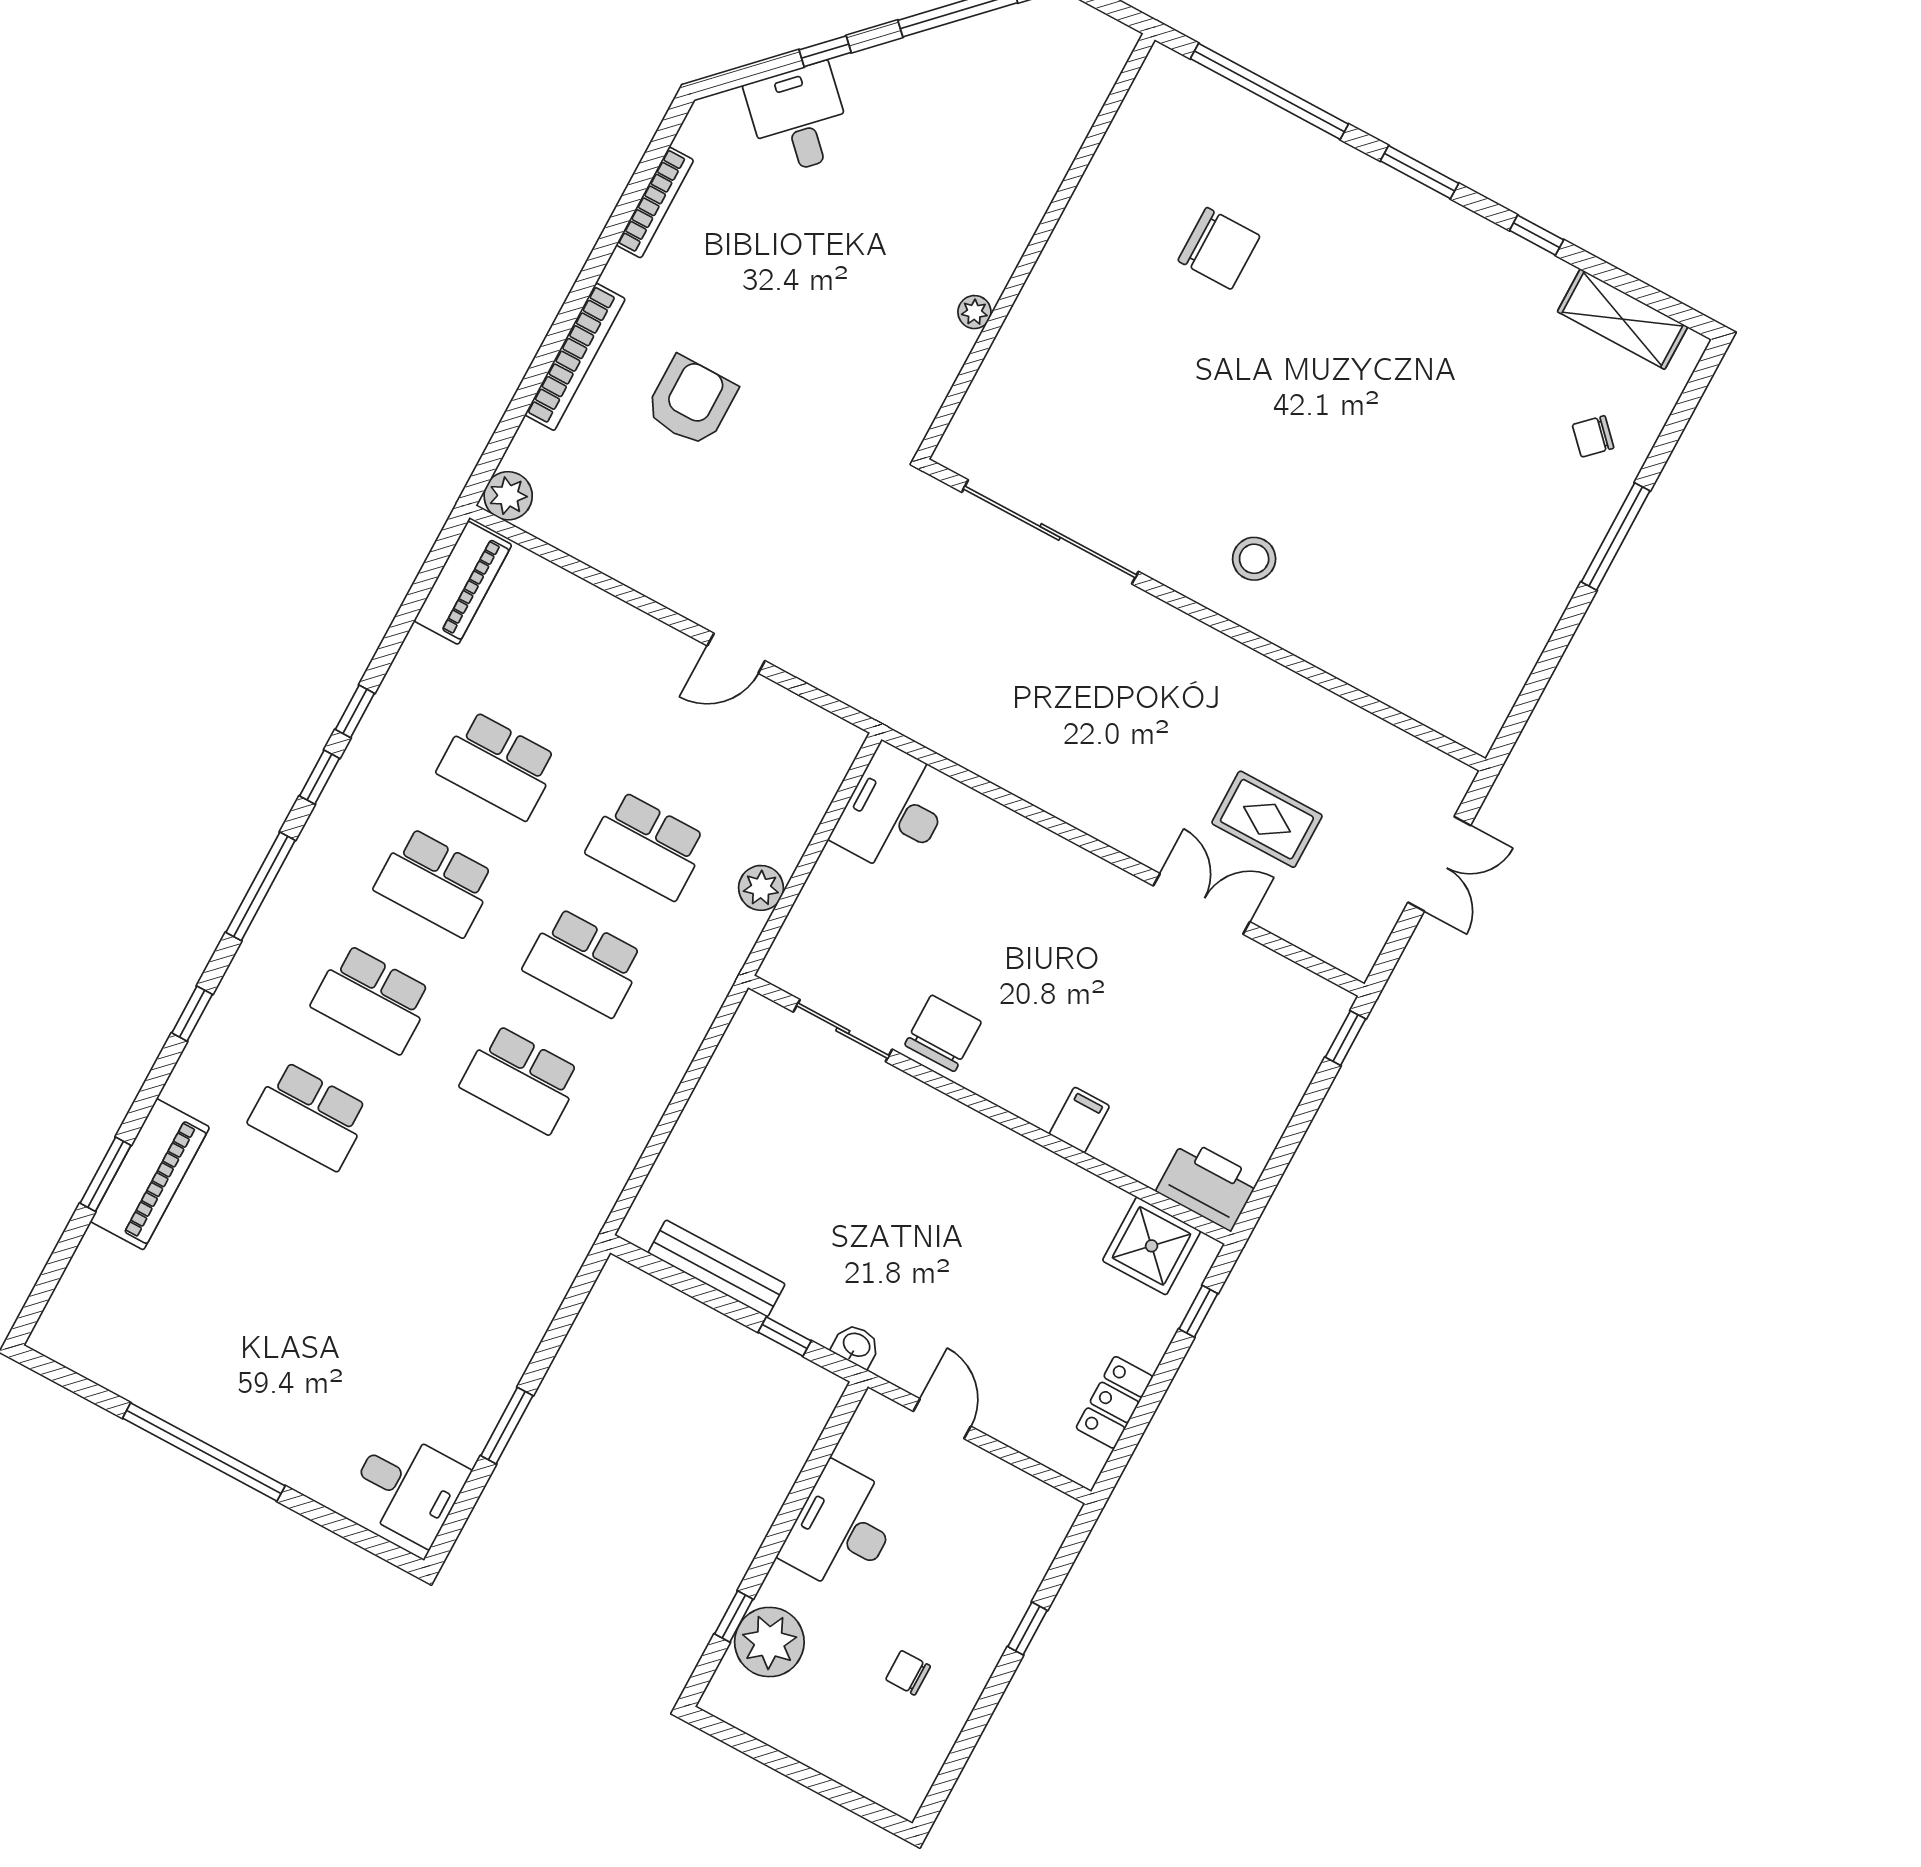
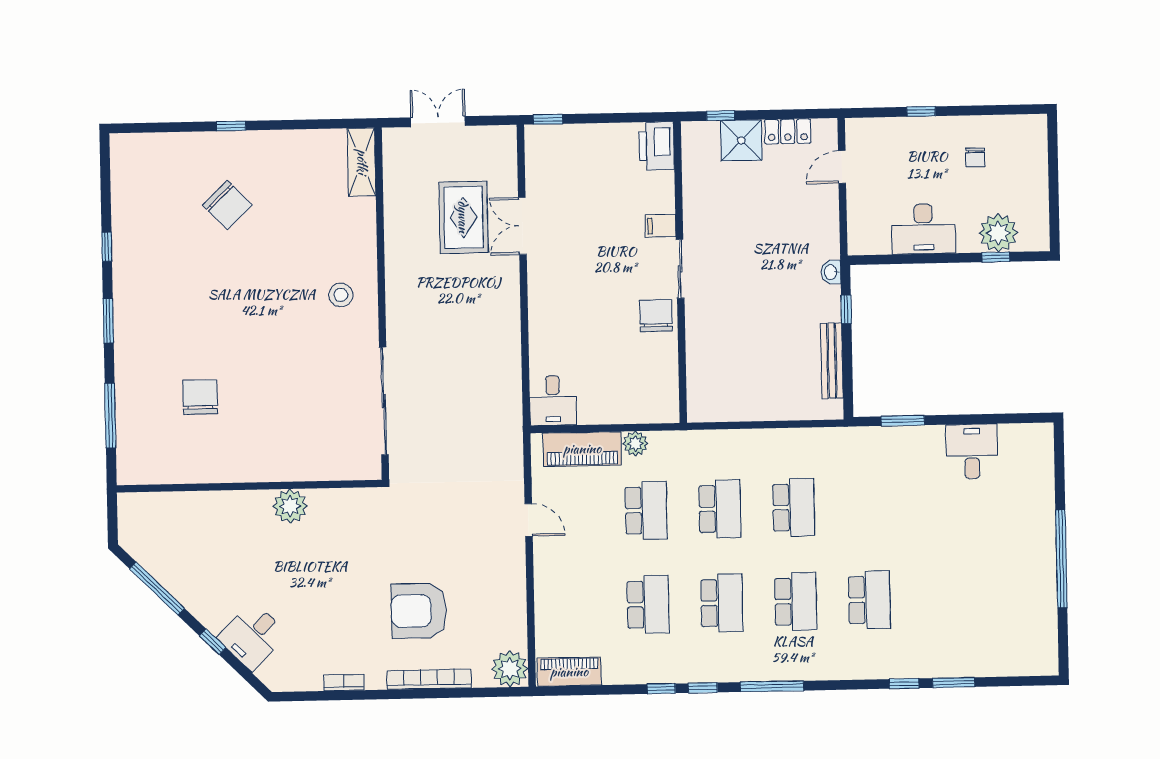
window: (1269, 91) -> (110, 416), width x0.68
bookcase: (655, 203) -> (344, 683), width x0.64
plant: (974, 312) -> (290, 506), width x1.88, depth x1.88
shelving: (1623, 319) -> (362, 162), moved
armchair: (691, 401) -> (419, 611), width x1.36, depth x1.36
chair: (1593, 436) -> (227, 205), moved, width x1.87, depth x1.87
plant: (508, 496) -> (510, 669), width x1.36, depth x1.36
window: (1616, 536) -> (231, 126), width x0.46
desk: (894, 810) -> (553, 401), width x0.73
rug: (1267, 819) -> (463, 217), width x1.36, depth x1.43
window: (192, 1014) -> (904, 684), moved
sliding door: (843, 1031) -> (680, 269), moved
chair: (943, 1033) -> (656, 316), turned 90
piano: (150, 1174) -> (582, 449), moved, turned 180
shower: (1152, 1246) -> (741, 140), moved
door: (942, 1419) -> (842, 167), moved
window: (507, 1426) -> (903, 421), moved
desk: (408, 1487) -> (972, 451), moved

